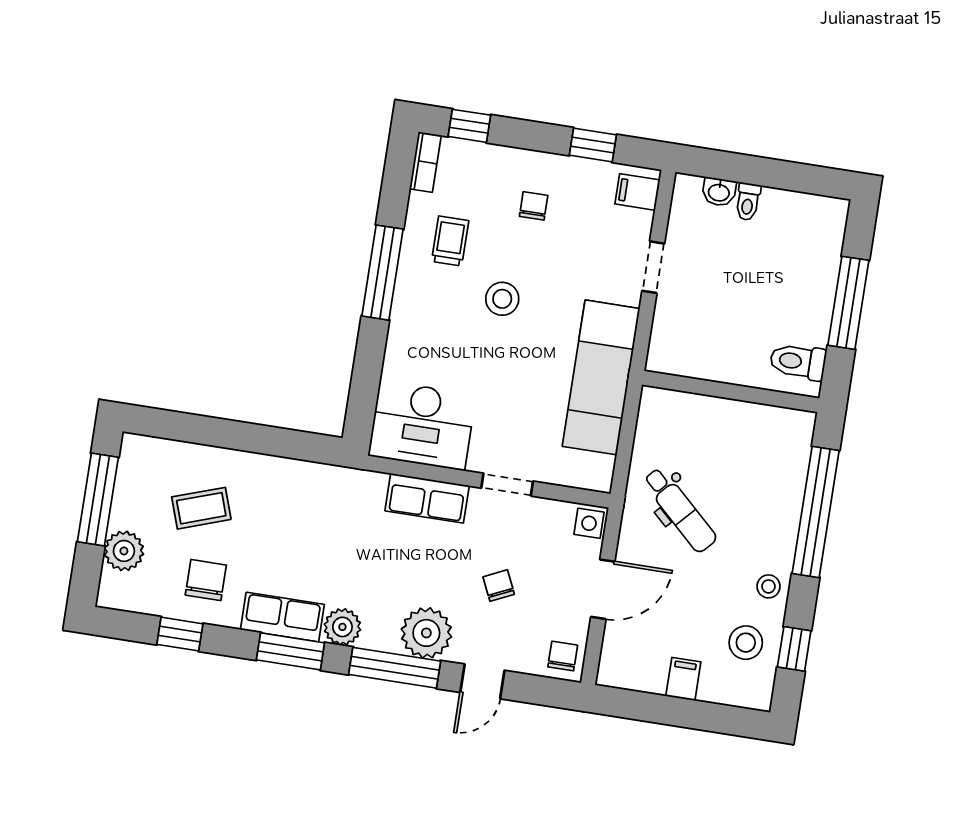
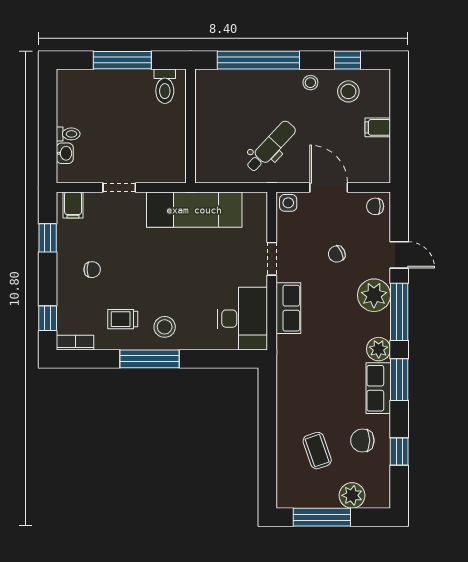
chair: (534, 206) -> (92, 270), turned 180
stool: (502, 299) -> (165, 327), moved

